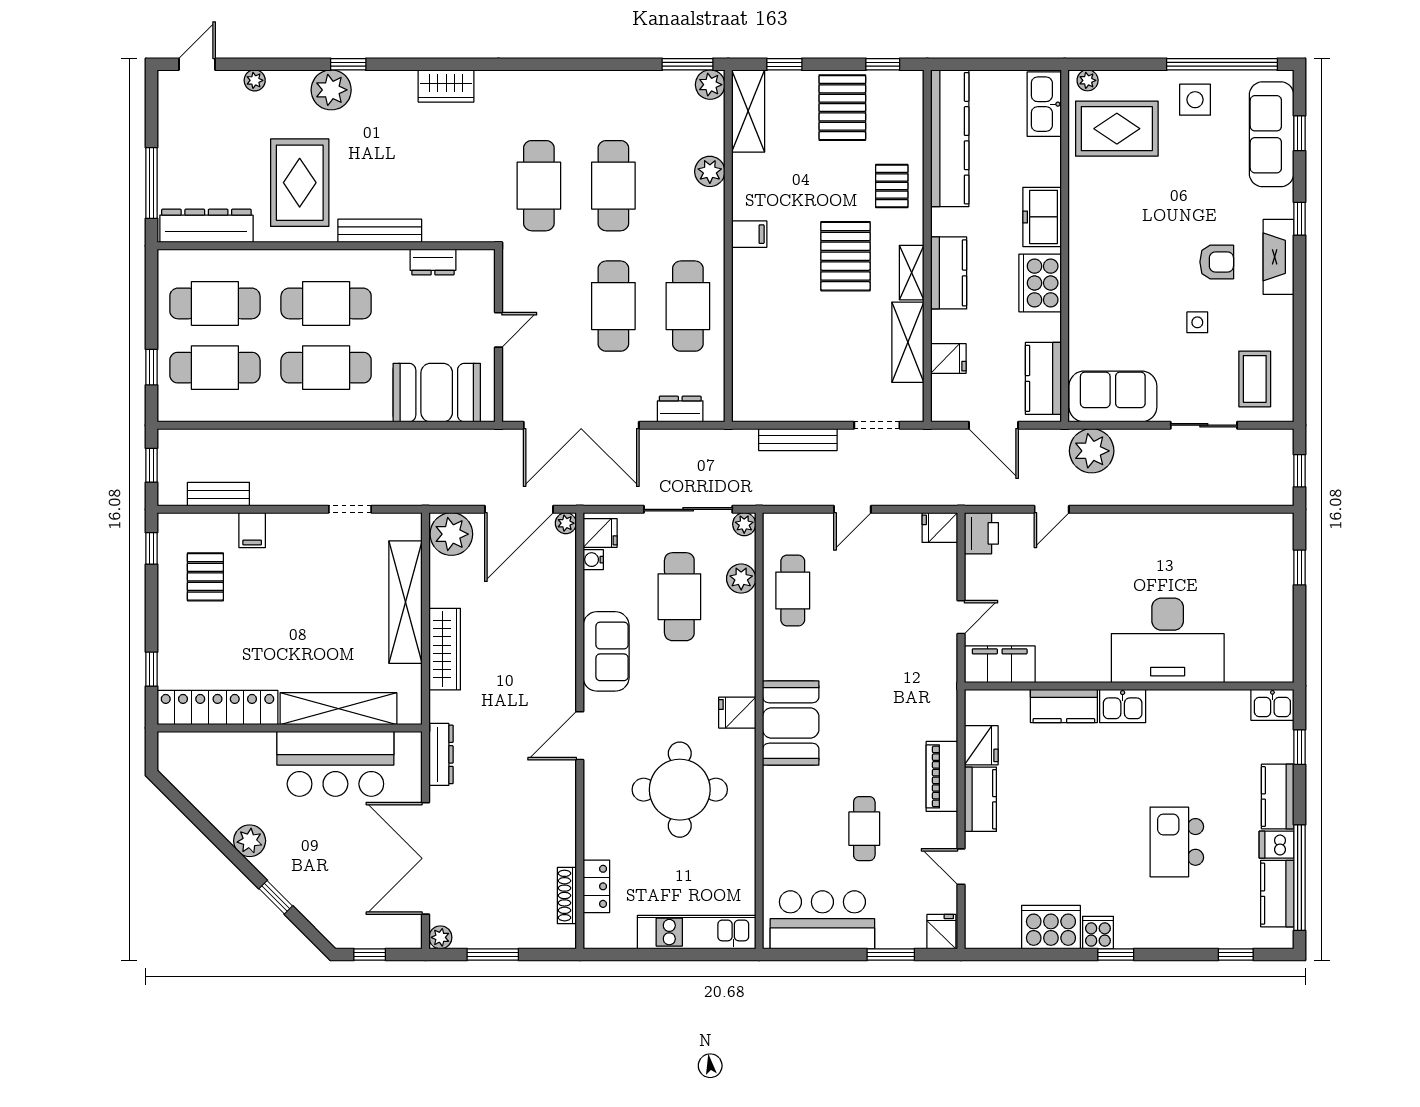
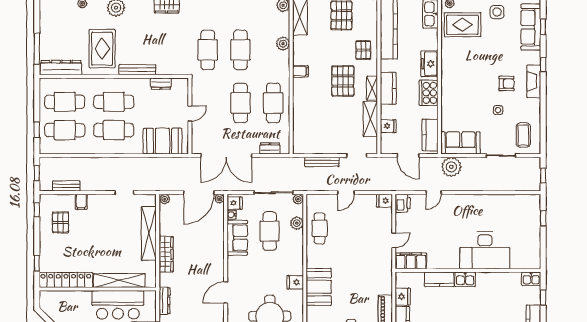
plant: (451, 534) -> (165, 199), width x0.53, depth x0.53
sofa: (606, 651) -> (237, 238), moved

